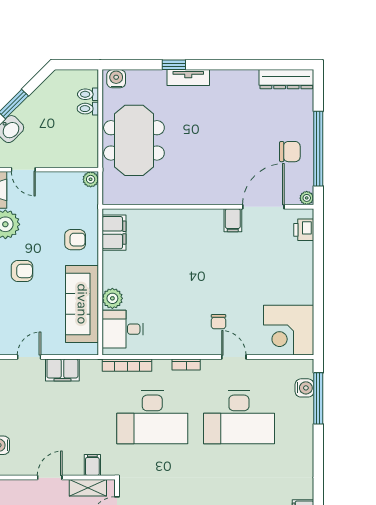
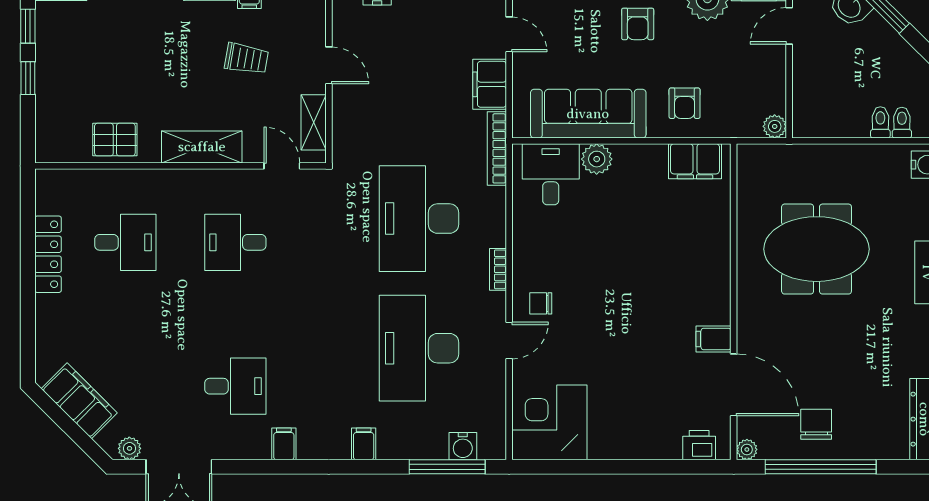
meeting table: (134, 140) -> (817, 249), moved
chair: (290, 152) -> (816, 424), turned 180
chair: (218, 322) -> (541, 303), moved
bookcase: (127, 365) -> (497, 148), moved
filing cabinet: (92, 465) -> (364, 444), moved, turned -90

